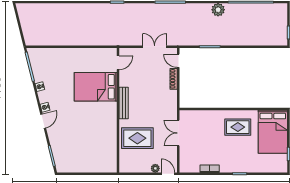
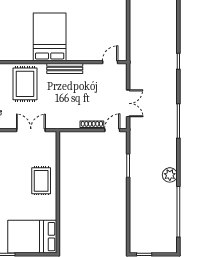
door: (118, 63) -> (110, 62), swing flipped
bed: (96, 87) -> (50, 37), moved
rug: (238, 127) -> (41, 181), moved

